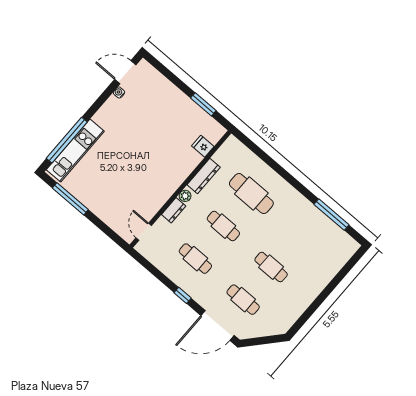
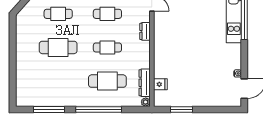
window: (284, 173) -> (99, 109), added
dresser: (204, 176) -> (145, 83), moved
plant: (185, 196) -> (146, 102), moved
cafe table: (271, 267) -> (58, 47), width x1.37, depth x1.35

